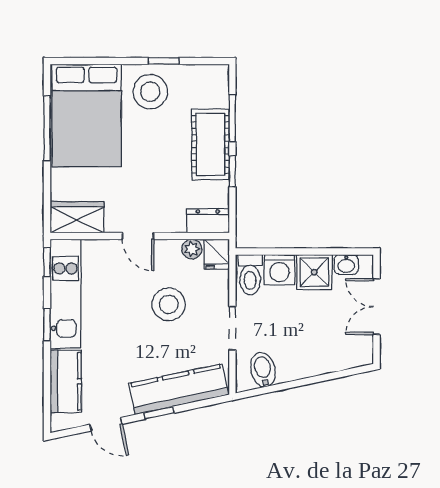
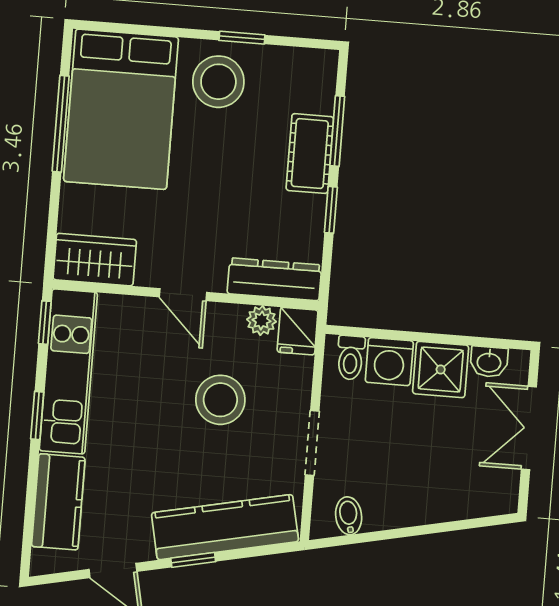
cot: (210, 144) -> (310, 154), width x0.73, depth x0.75
dresser: (208, 221) -> (274, 279), width x1.44
toilet: (250, 275) -> (351, 358), width x0.73, depth x0.72
bidet: (263, 370) -> (349, 516), width x0.72, depth x0.74

